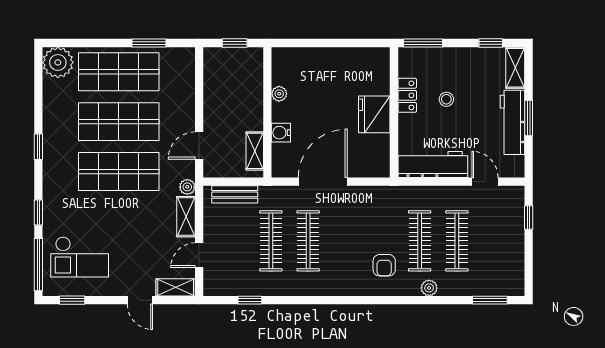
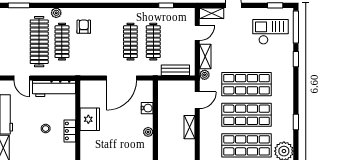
window: (38, 147) -> (296, 122), moved
shelving: (255, 151) -> (190, 127), moved
clothes rail: (457, 241) -> (39, 42), width x1.37, depth x1.31

